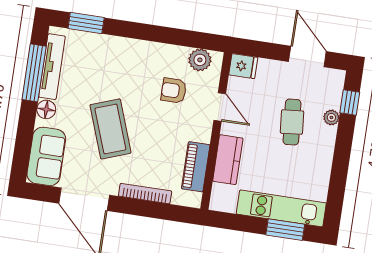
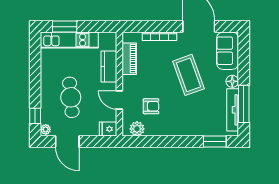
plant: (331, 117) -> (46, 129), moved
cafe table: (292, 122) -> (71, 97), width x1.37, depth x1.35

